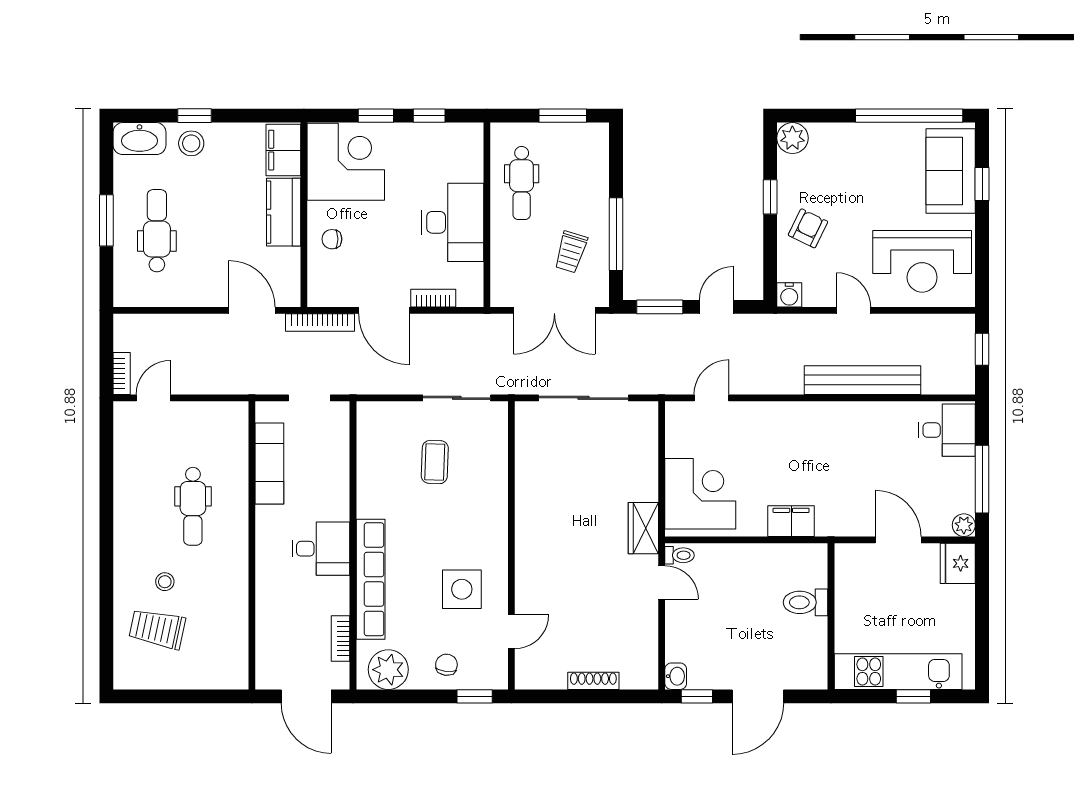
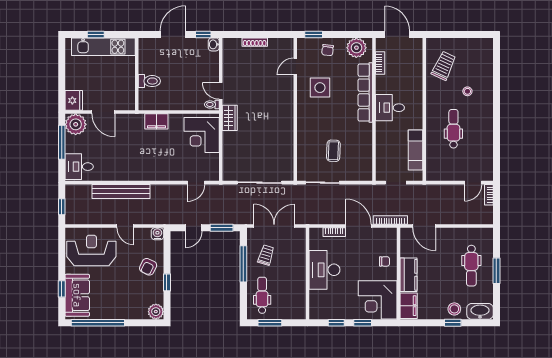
dental chair: (522, 183) -> (262, 295), moved
plant: (964, 525) -> (76, 124), width x1.88, depth x1.88
trolley: (157, 629) -> (444, 66), moved, turned -77

